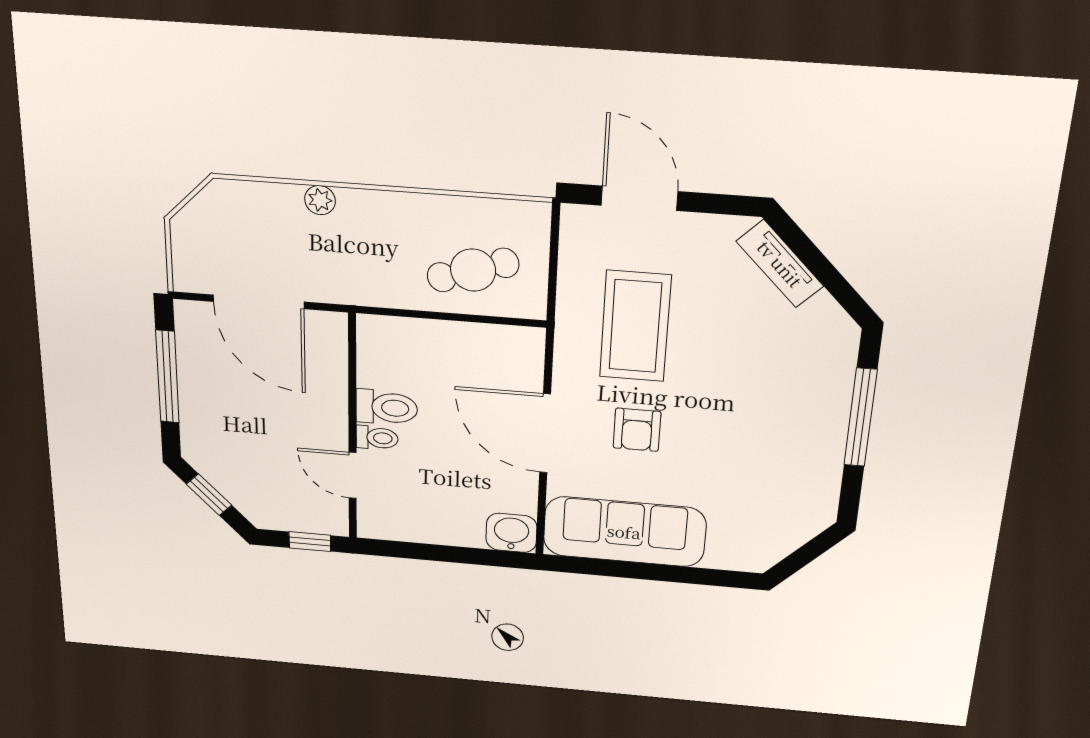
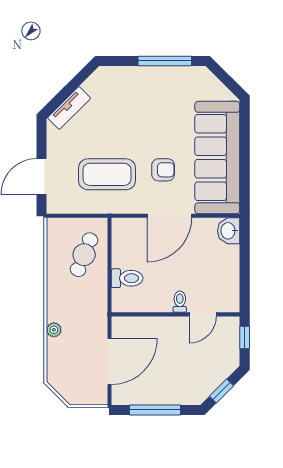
cafe table: (473, 270) -> (84, 255), turned 40
toilet: (387, 407) -> (127, 278), moved, turned 90
window: (860, 418) -> (165, 61), moved
sofa: (624, 532) -> (217, 157), width x1.36, depth x1.27

